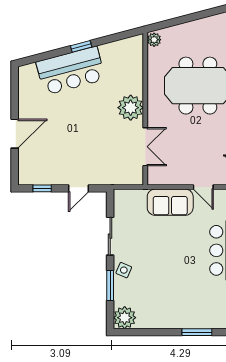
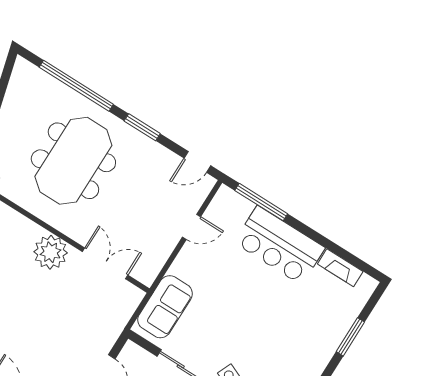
sofa: (170, 202) -> (165, 307), moved

